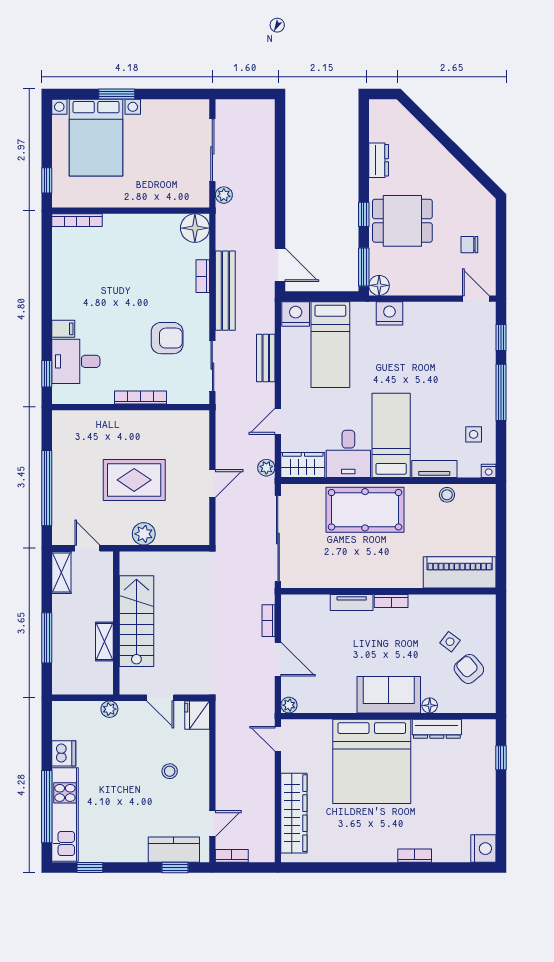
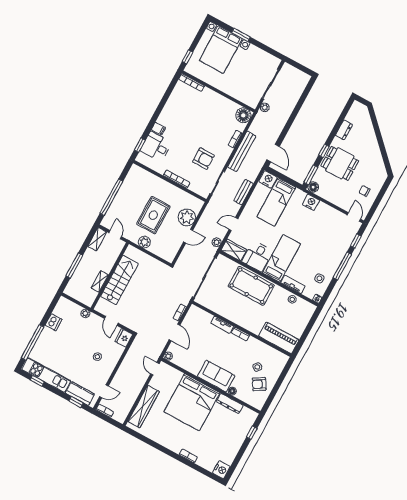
plant: (193, 453) -> (187, 217), added
rug: (134, 480) -> (153, 215), turned 90
armchair: (469, 669) -> (259, 384), turned -81
kitchen unit: (65, 814) -> (46, 375), moved, turned -90

